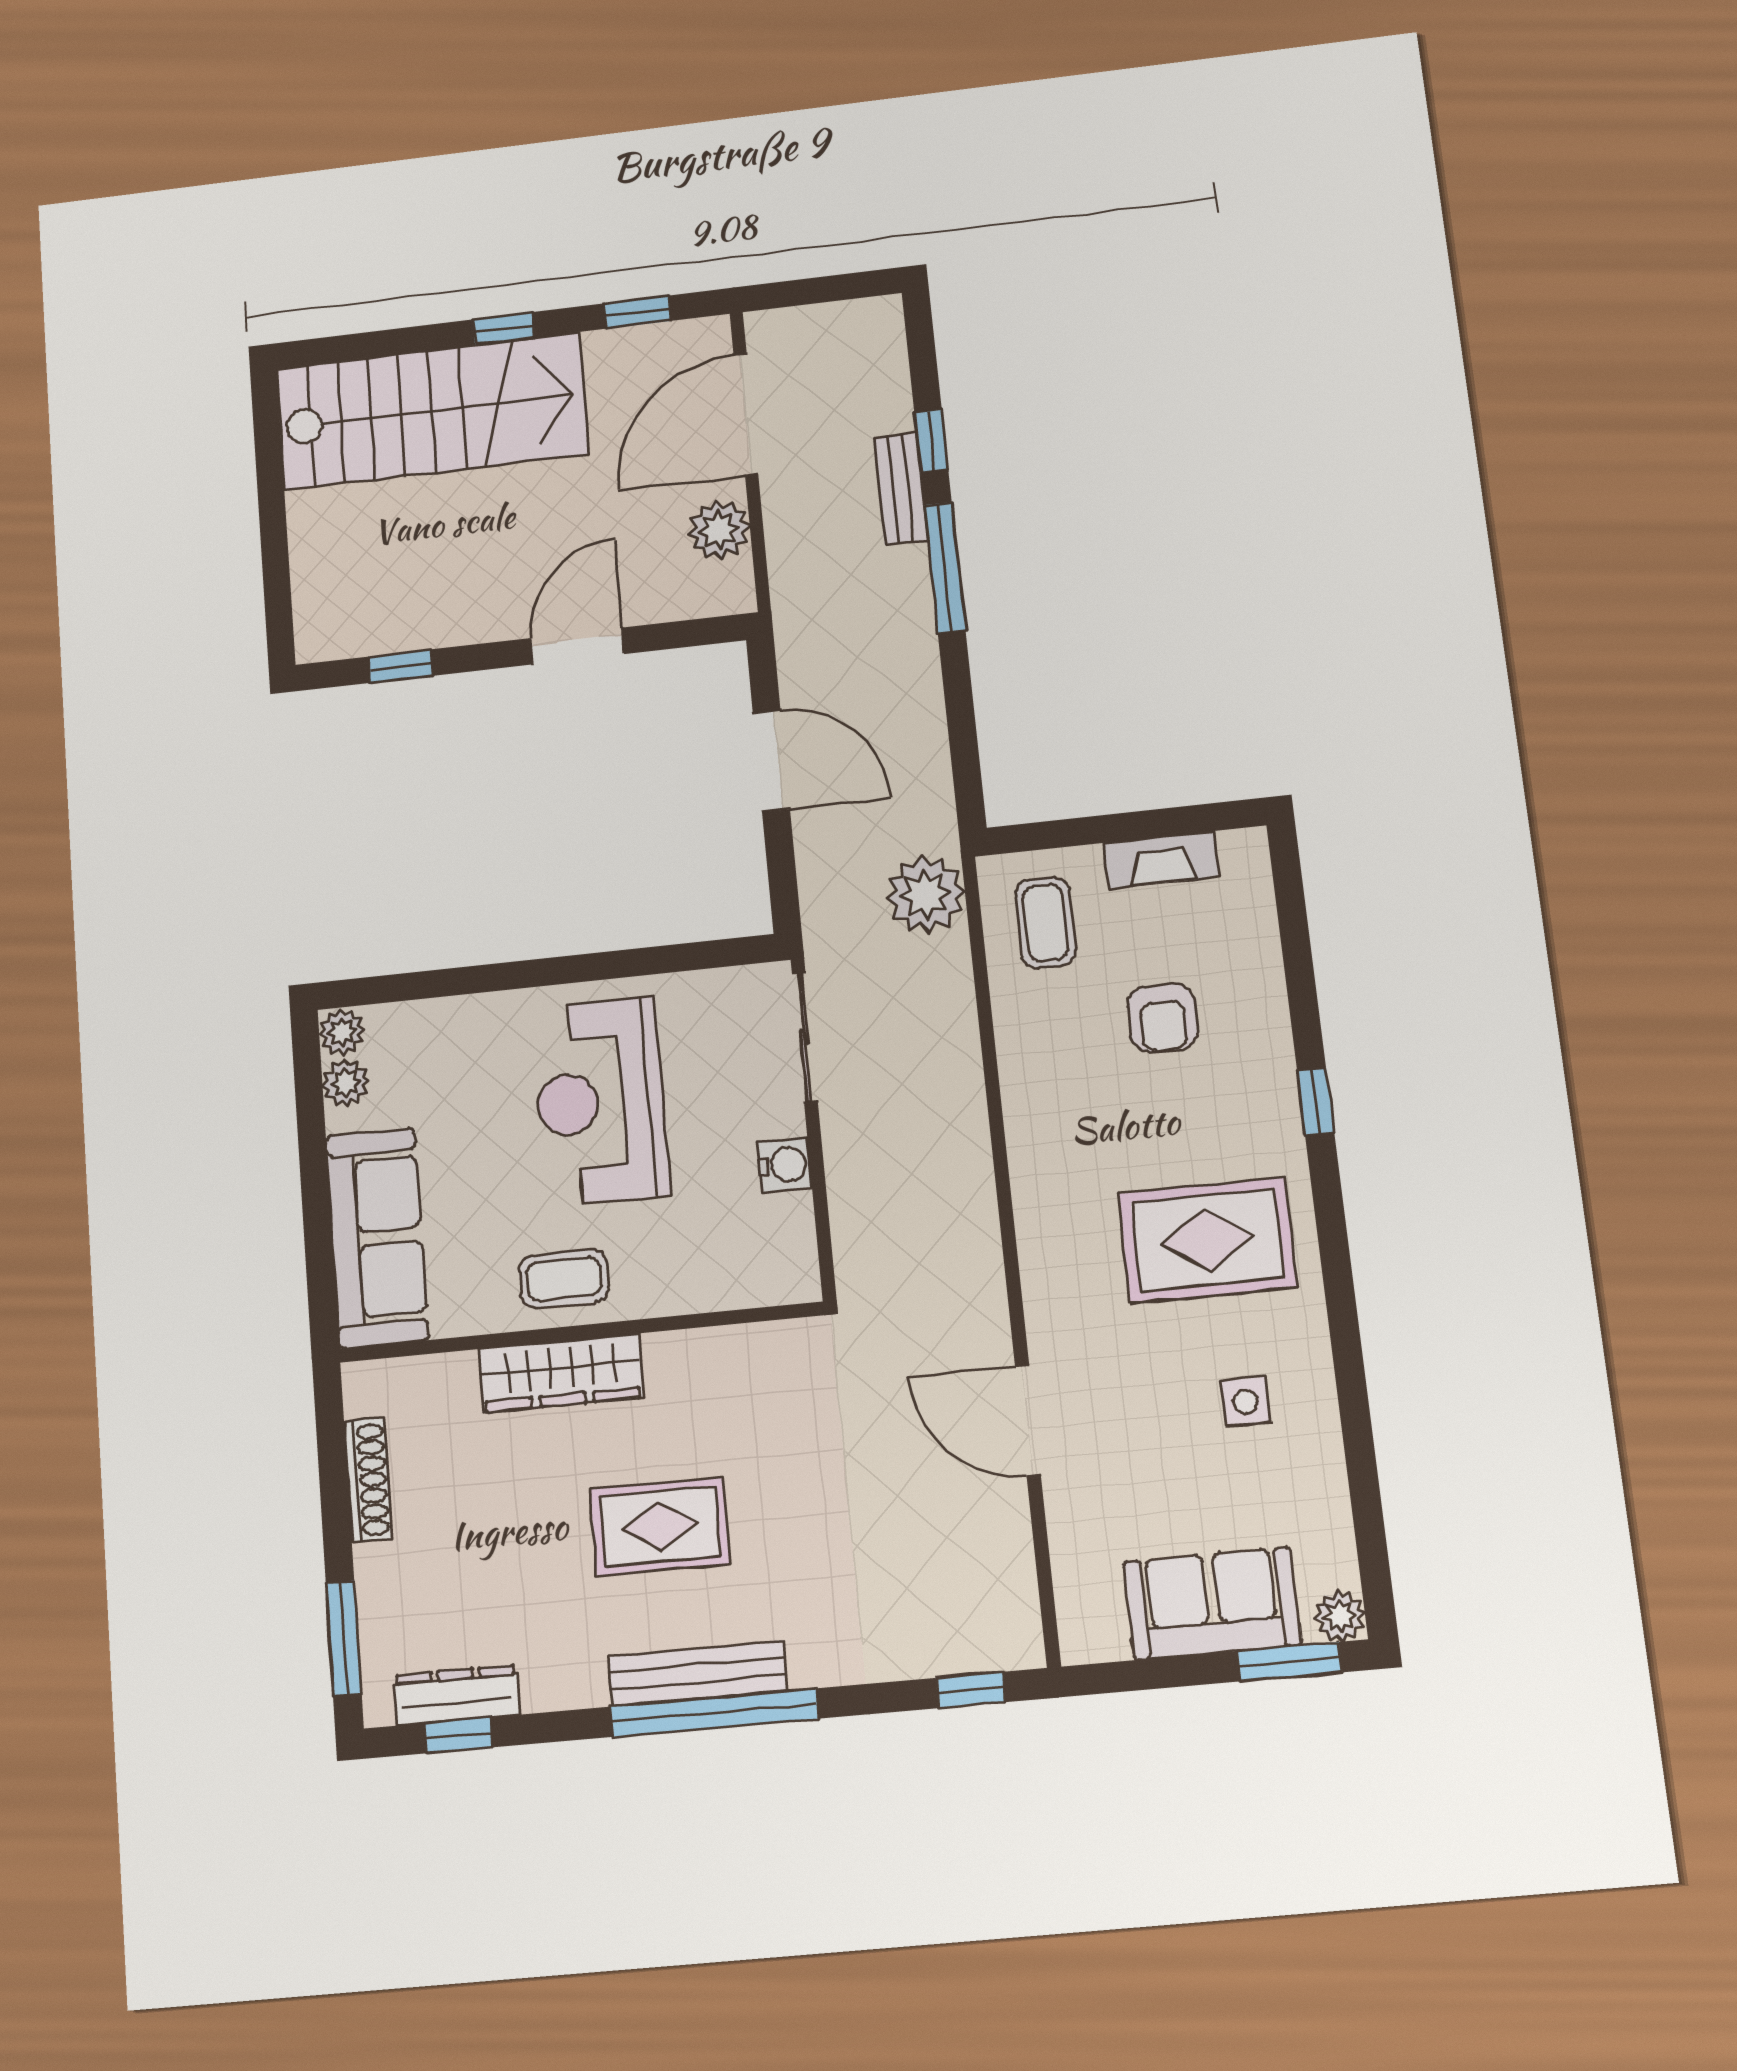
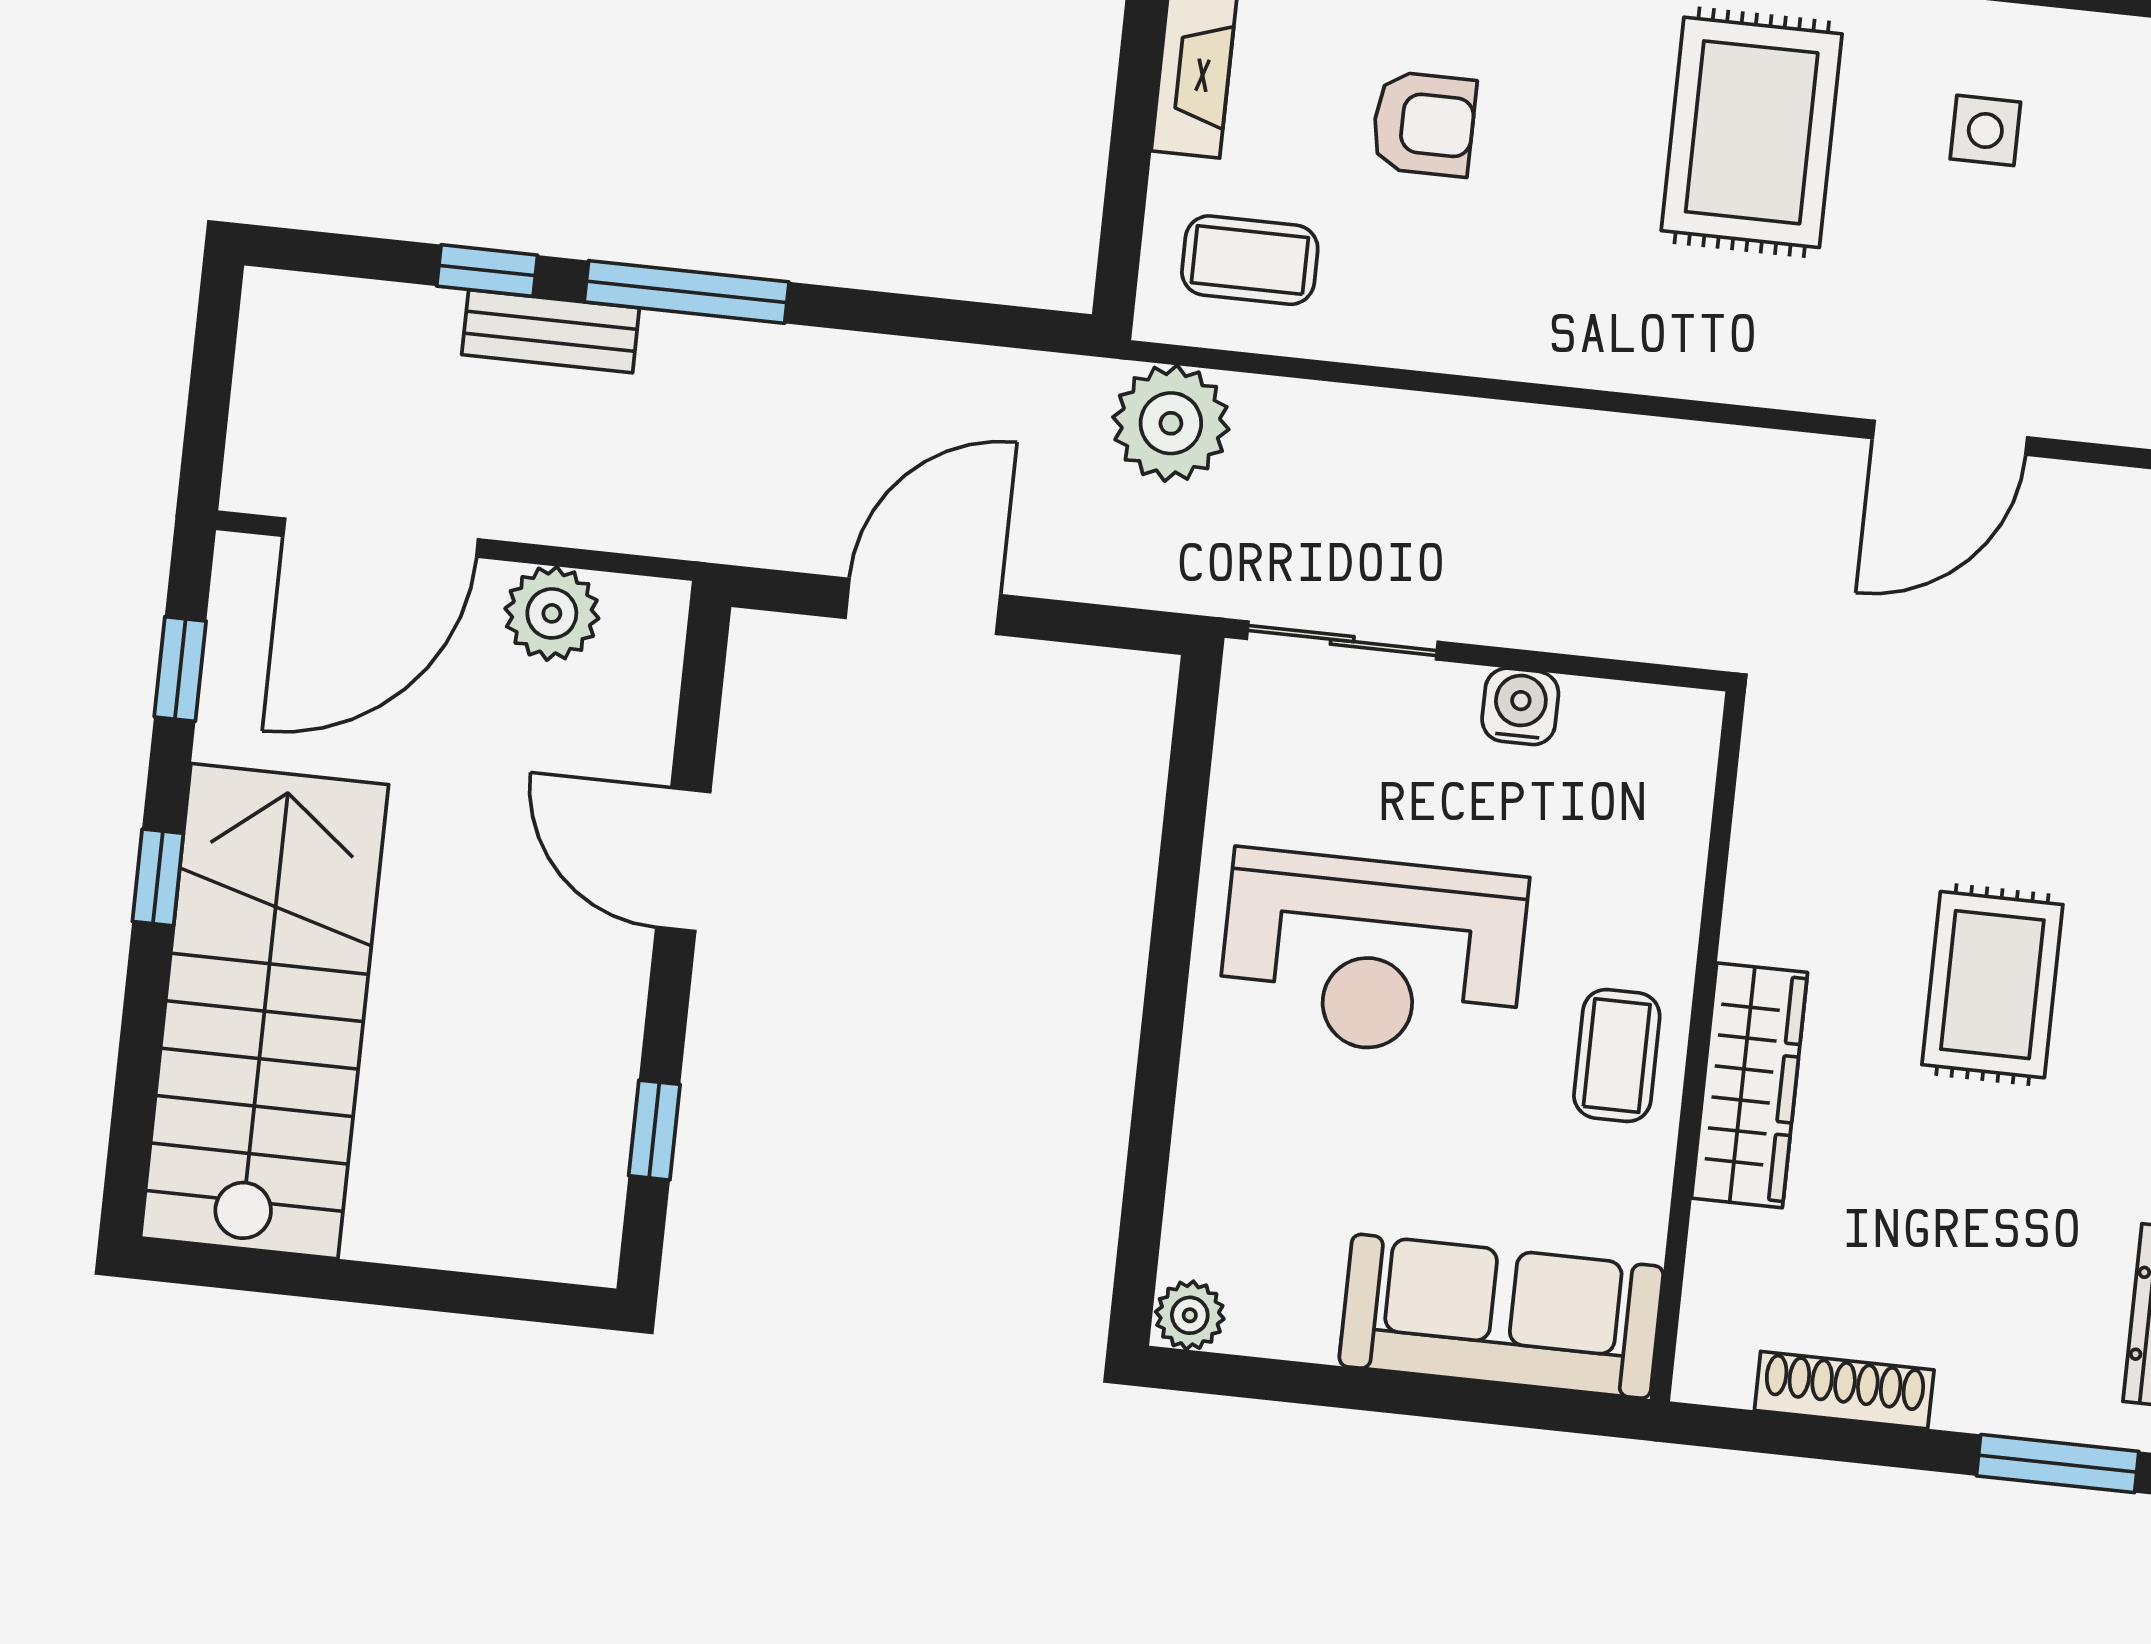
door: (746, 414) -> (381, 538), hinge flipped
plant: (346, 1083) -> (1266, 1323), removed

